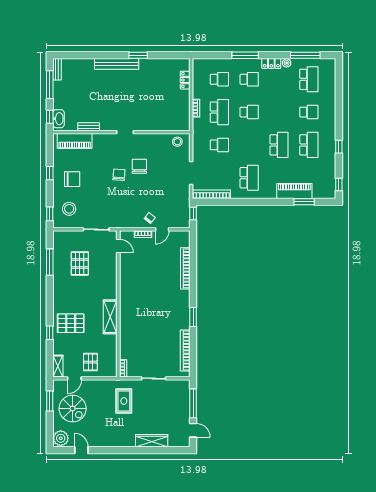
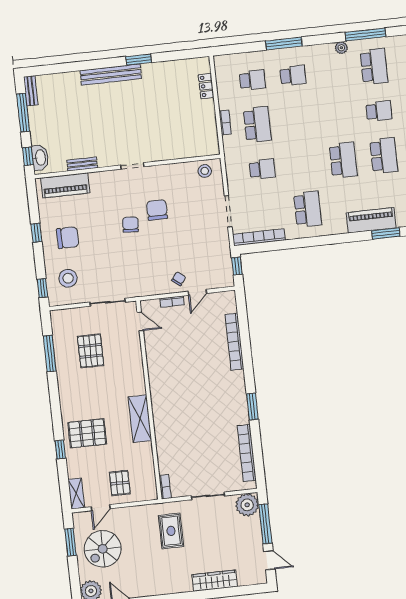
locker: (271, 63) -> (321, 51), removed
school desk: (249, 112) -> (298, 120), removed
plant: (181, 388) -> (247, 505), added
spiral stairs: (73, 409) -> (103, 549), turned 90

